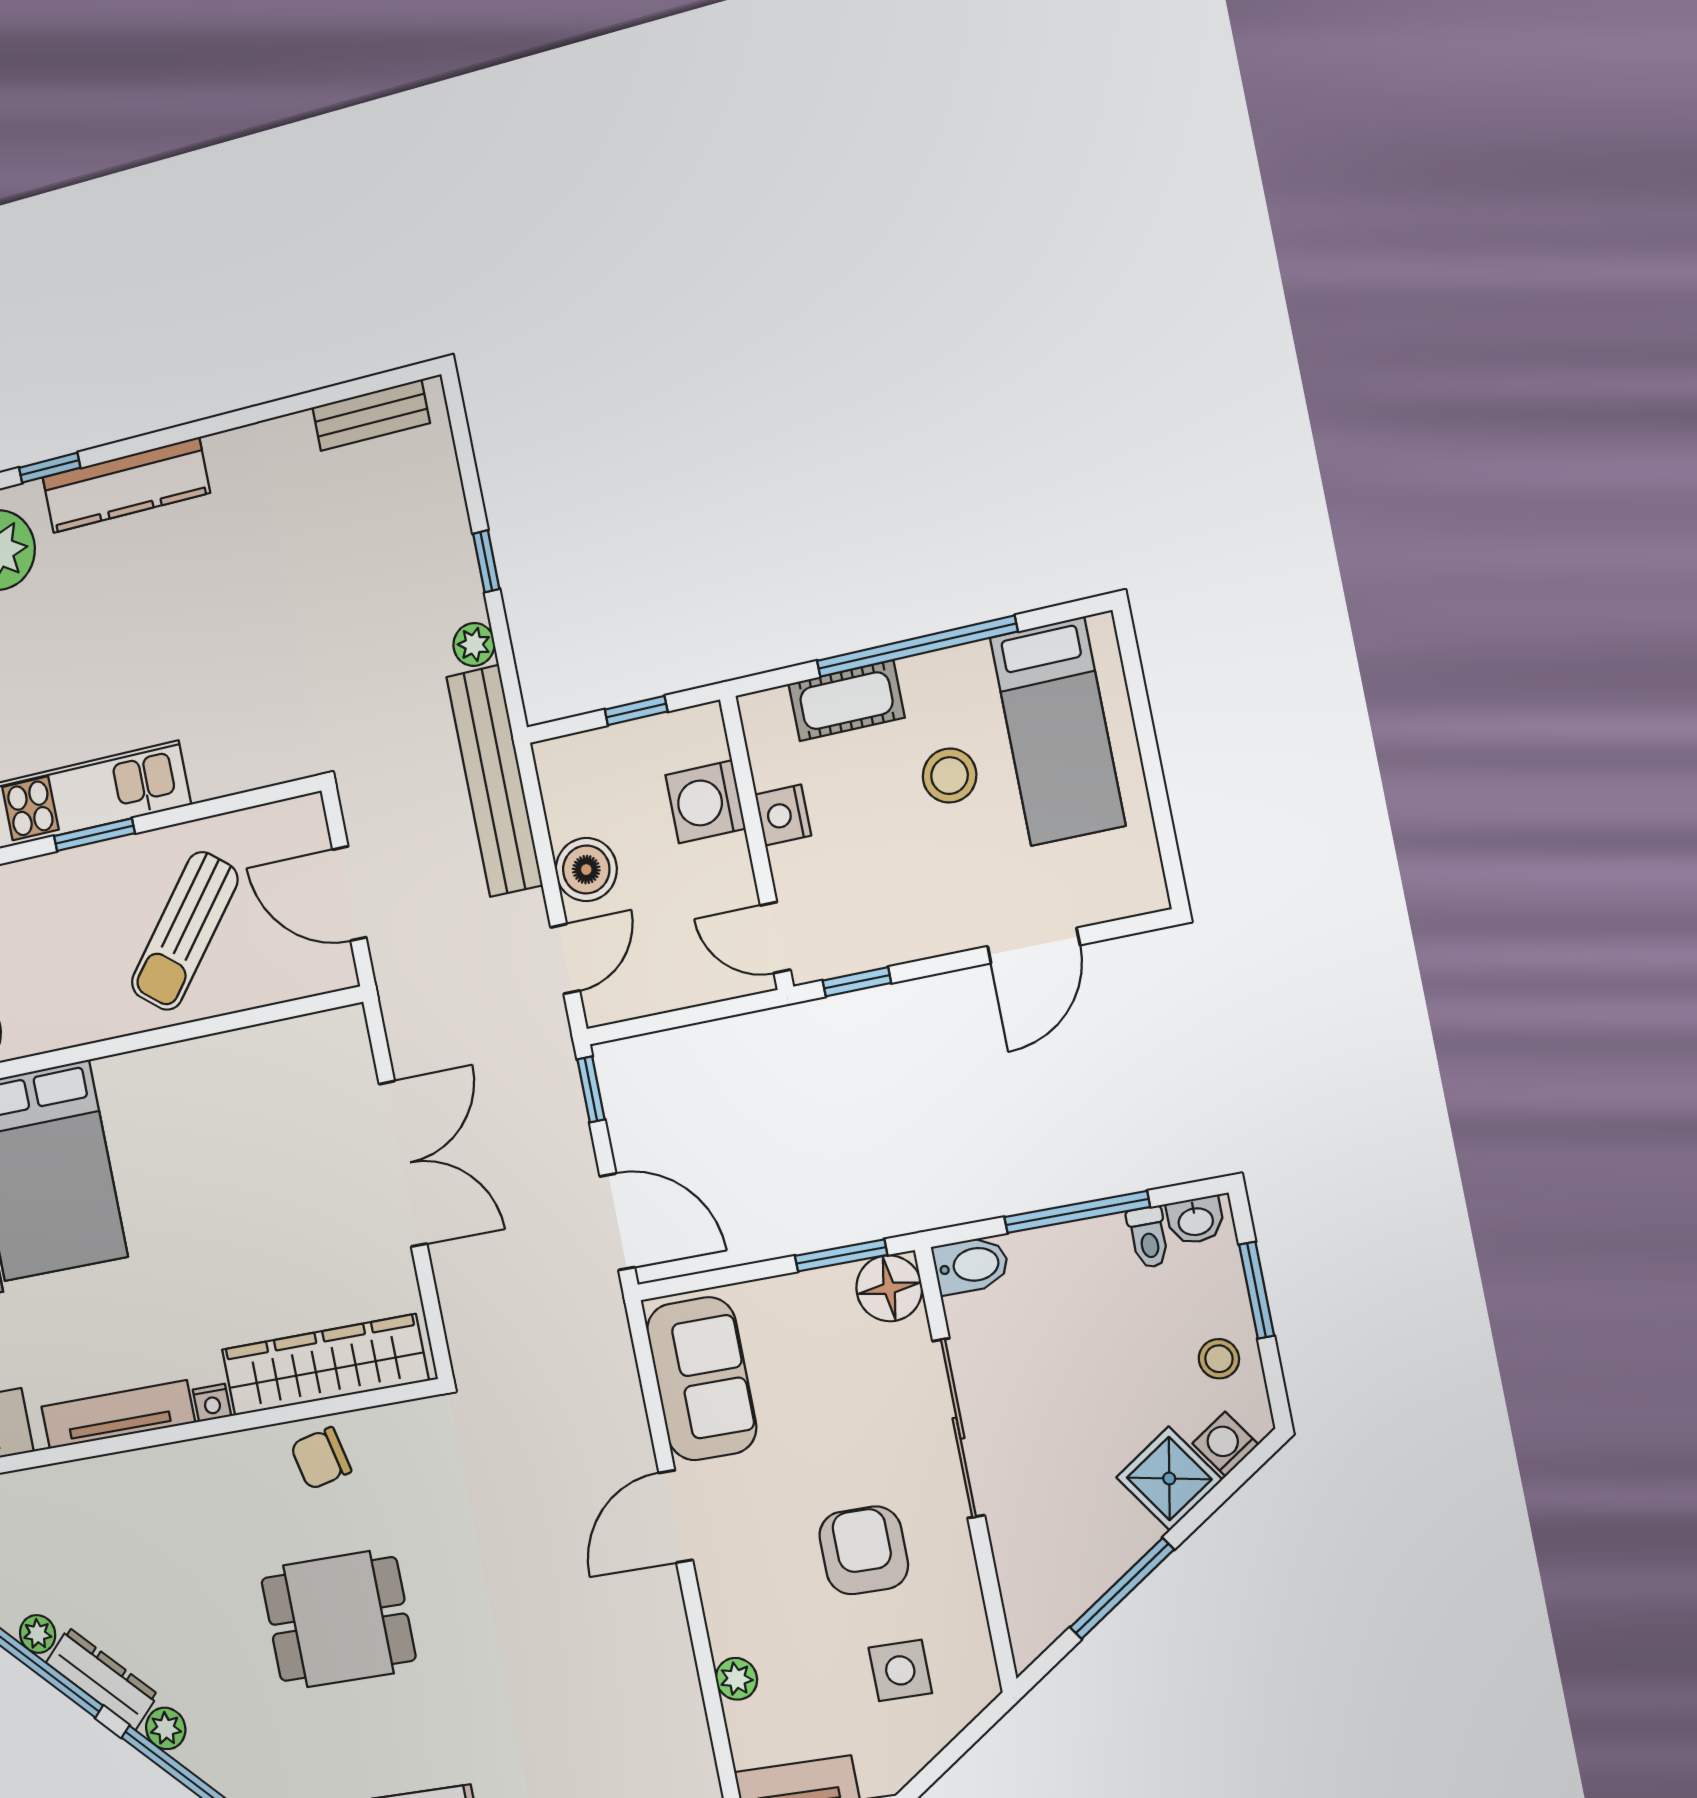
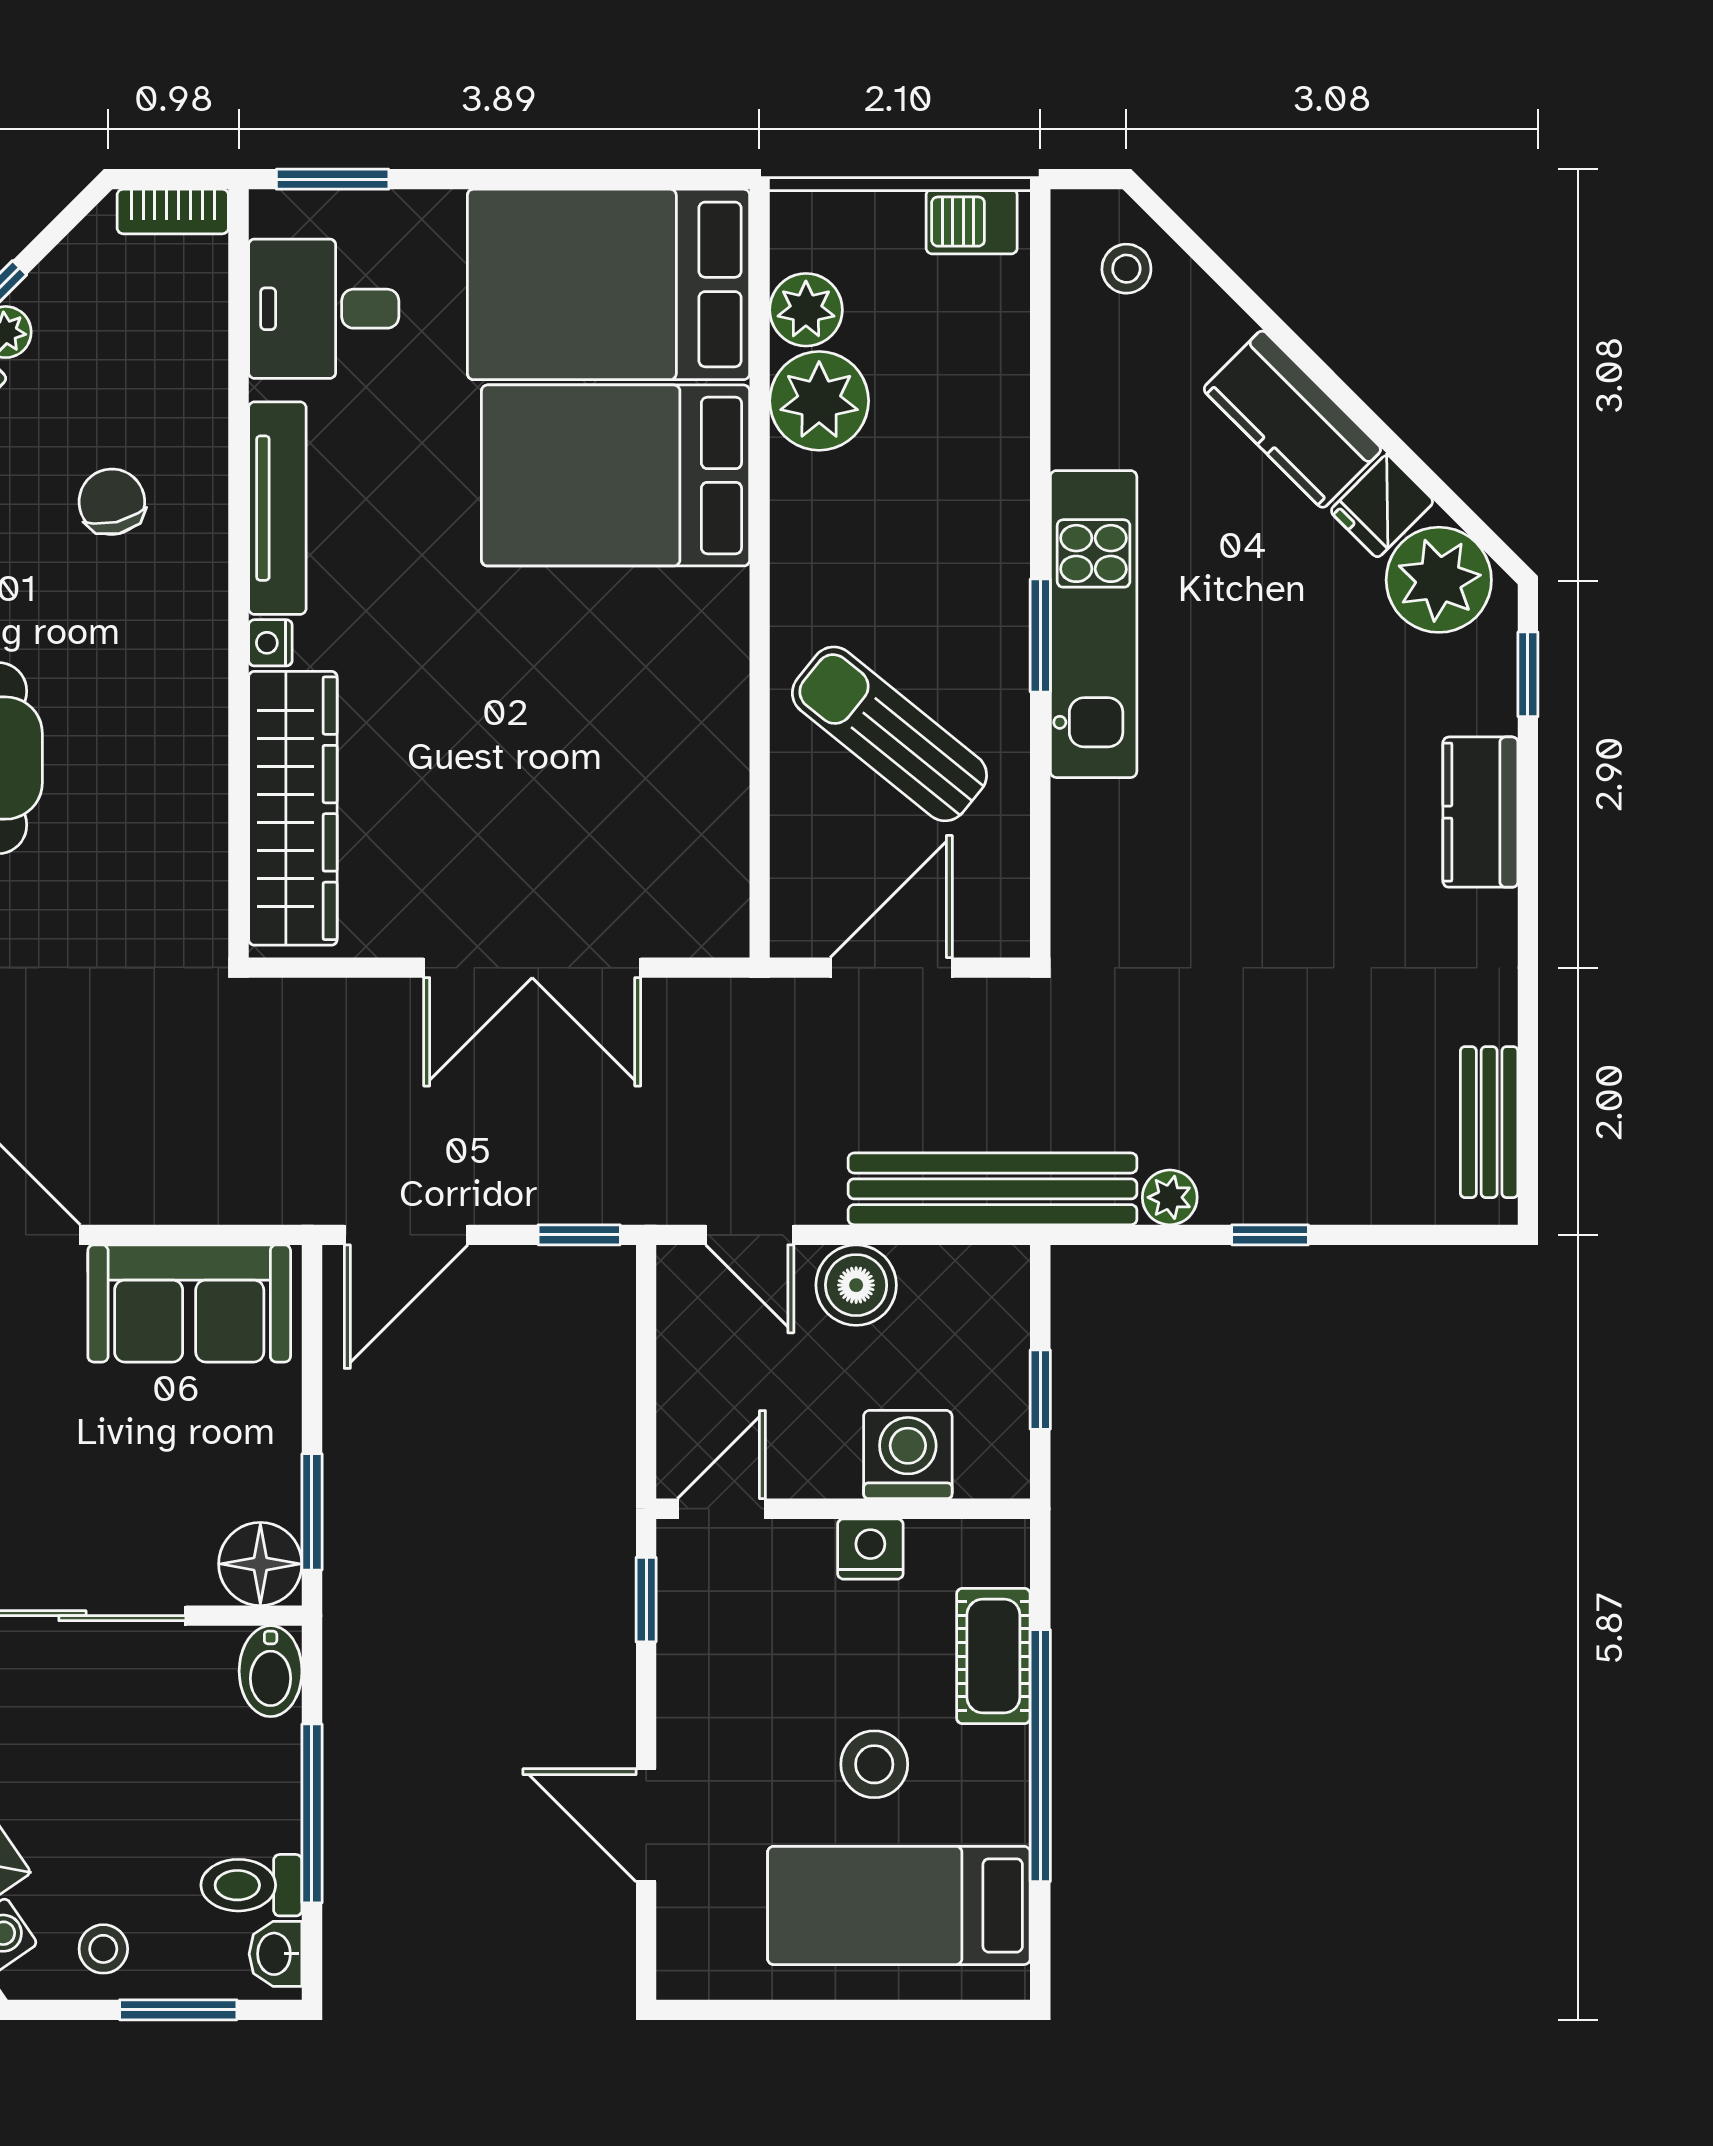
kitchen counter: (126, 485) -> (1480, 812), width x0.67
toilet: (1148, 1237) -> (251, 1885), width x1.37, depth x1.39
chair: (321, 1458) -> (112, 502), moved

